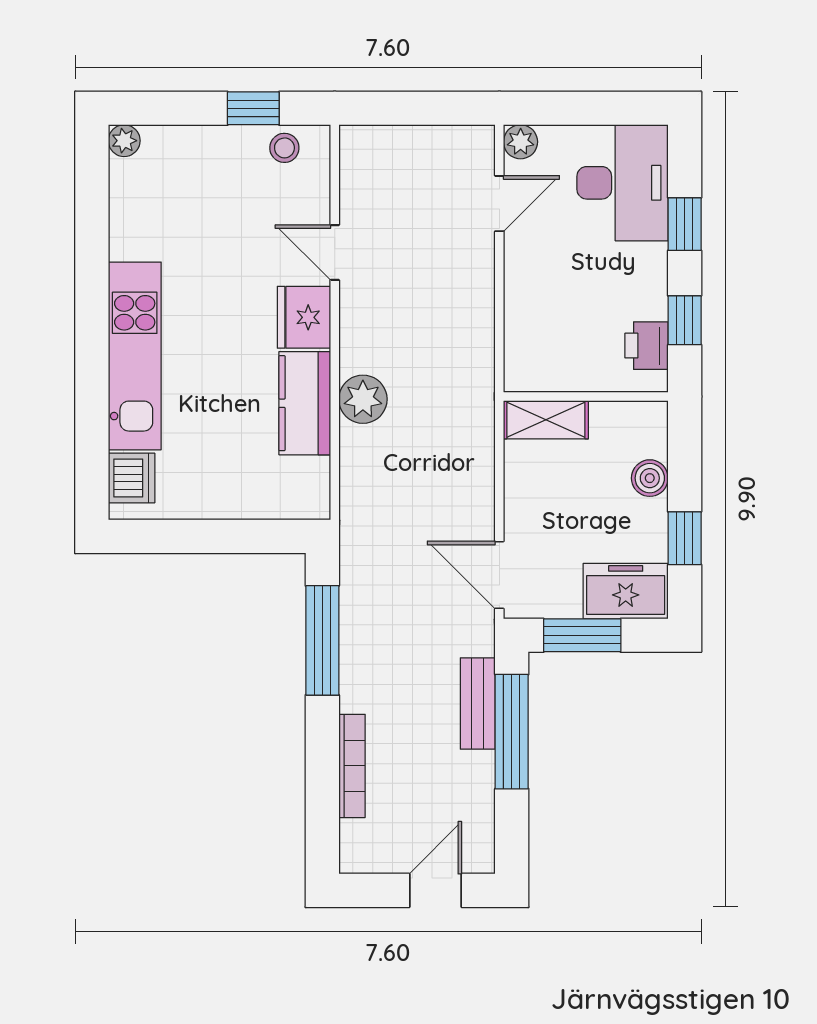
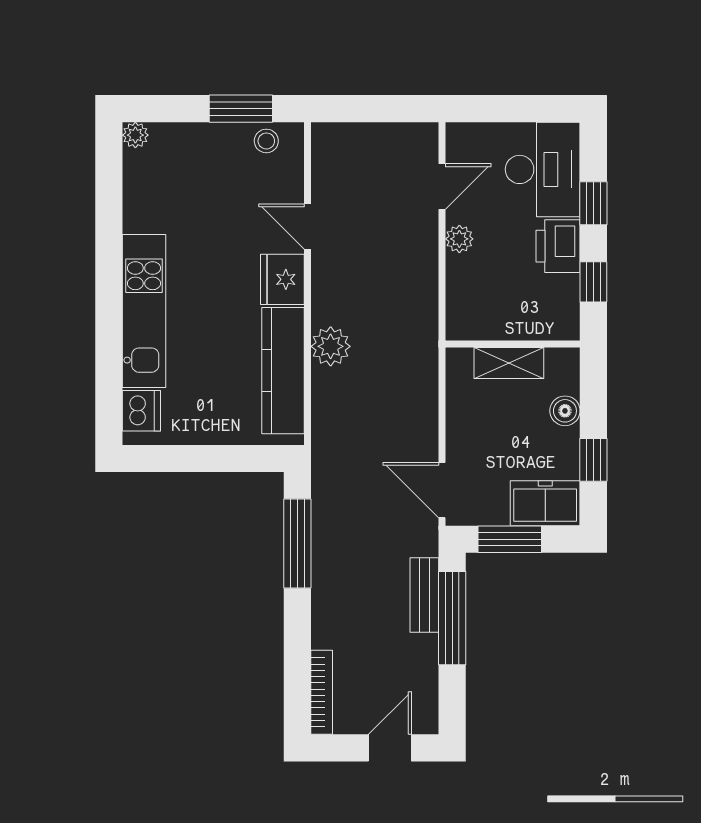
window: (253, 108) -> (241, 109), width x1.50
plant: (521, 142) -> (459, 239), moved
printer: (647, 346) -> (558, 246), moved, width x1.36, depth x1.24
kitchen counter: (305, 403) -> (283, 371), width x1.50
shelving: (546, 420) -> (509, 363), moved
bookcase: (352, 766) -> (322, 692), moved

